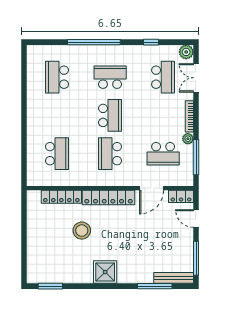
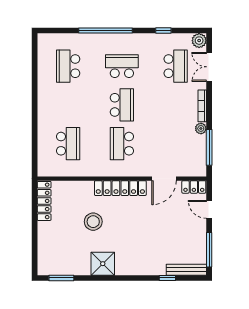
school desk: (163, 154) -> (176, 144), removed
locker: (61, 197) -> (44, 201), moved, turned -90
shower: (105, 272) -> (103, 264), moved
window: (155, 286) -> (167, 278), width x0.46

